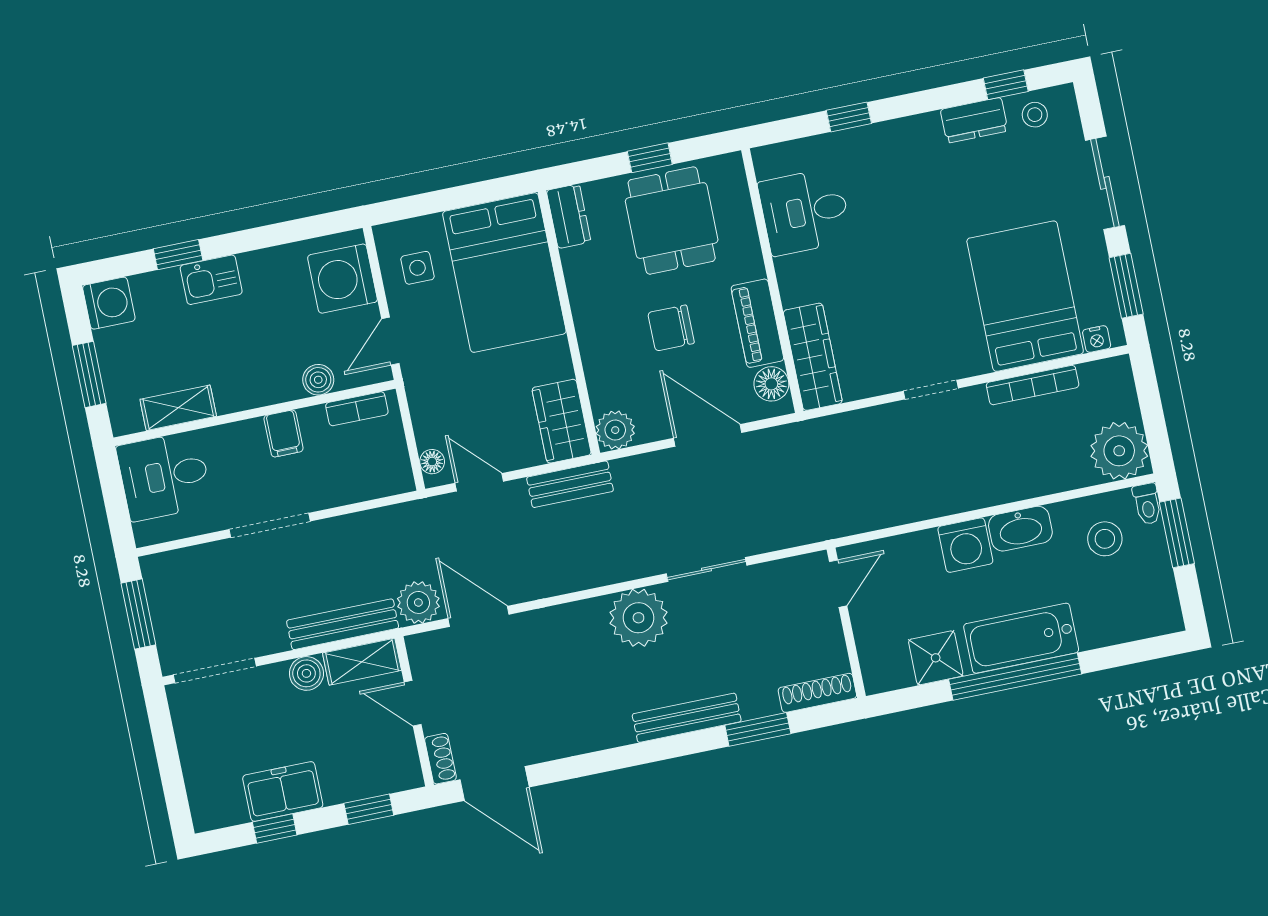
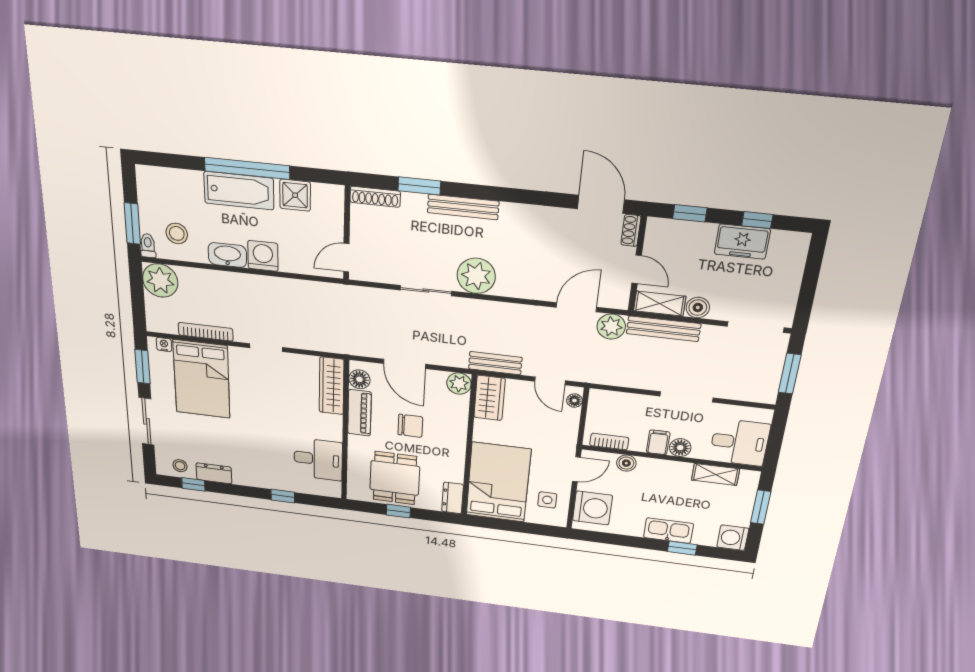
kitchen sink: (211, 280) -> (668, 531), width x1.38
floor lamp: (248, 436) -> (680, 448), added
door: (478, 616) -> (576, 307), swing flipped

